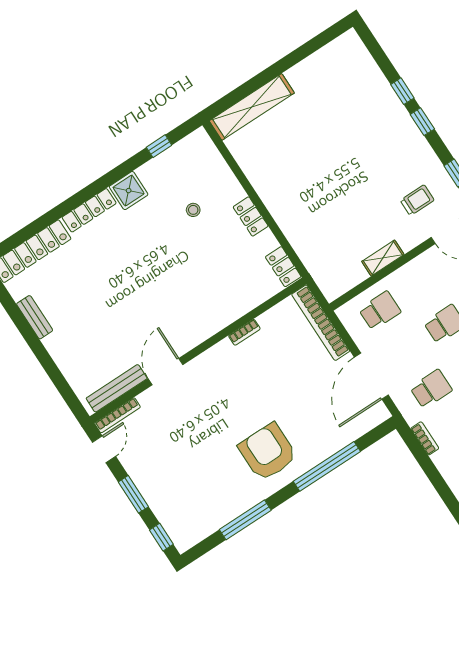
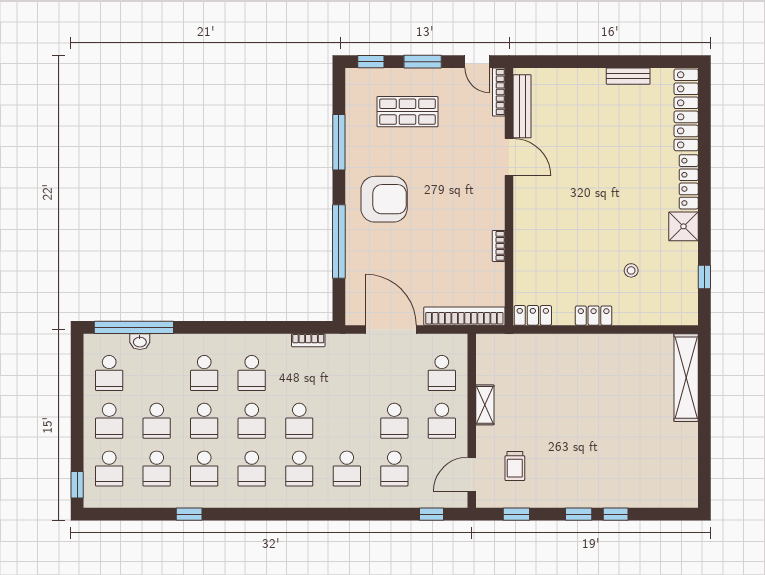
school desk: (431, 389) -> (442, 421), moved
shop shelf: (183, 480) -> (407, 112), added

